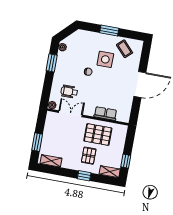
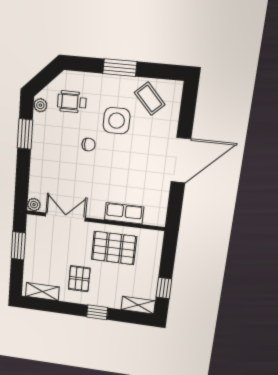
wheelchair: (69, 92) -> (72, 102), moved
window: (37, 142) -> (18, 246), moved
pallet: (89, 156) -> (79, 279), moved

